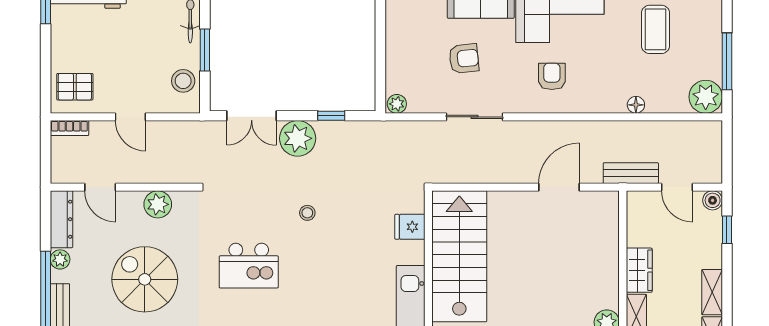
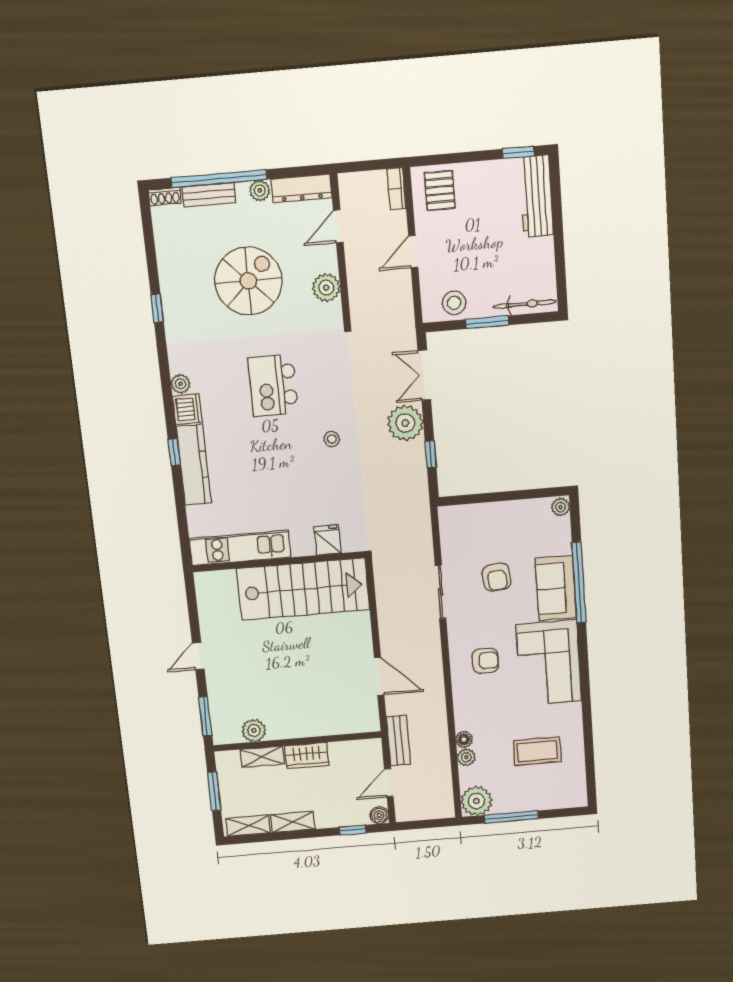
plant: (397, 104) -> (466, 757), moved

